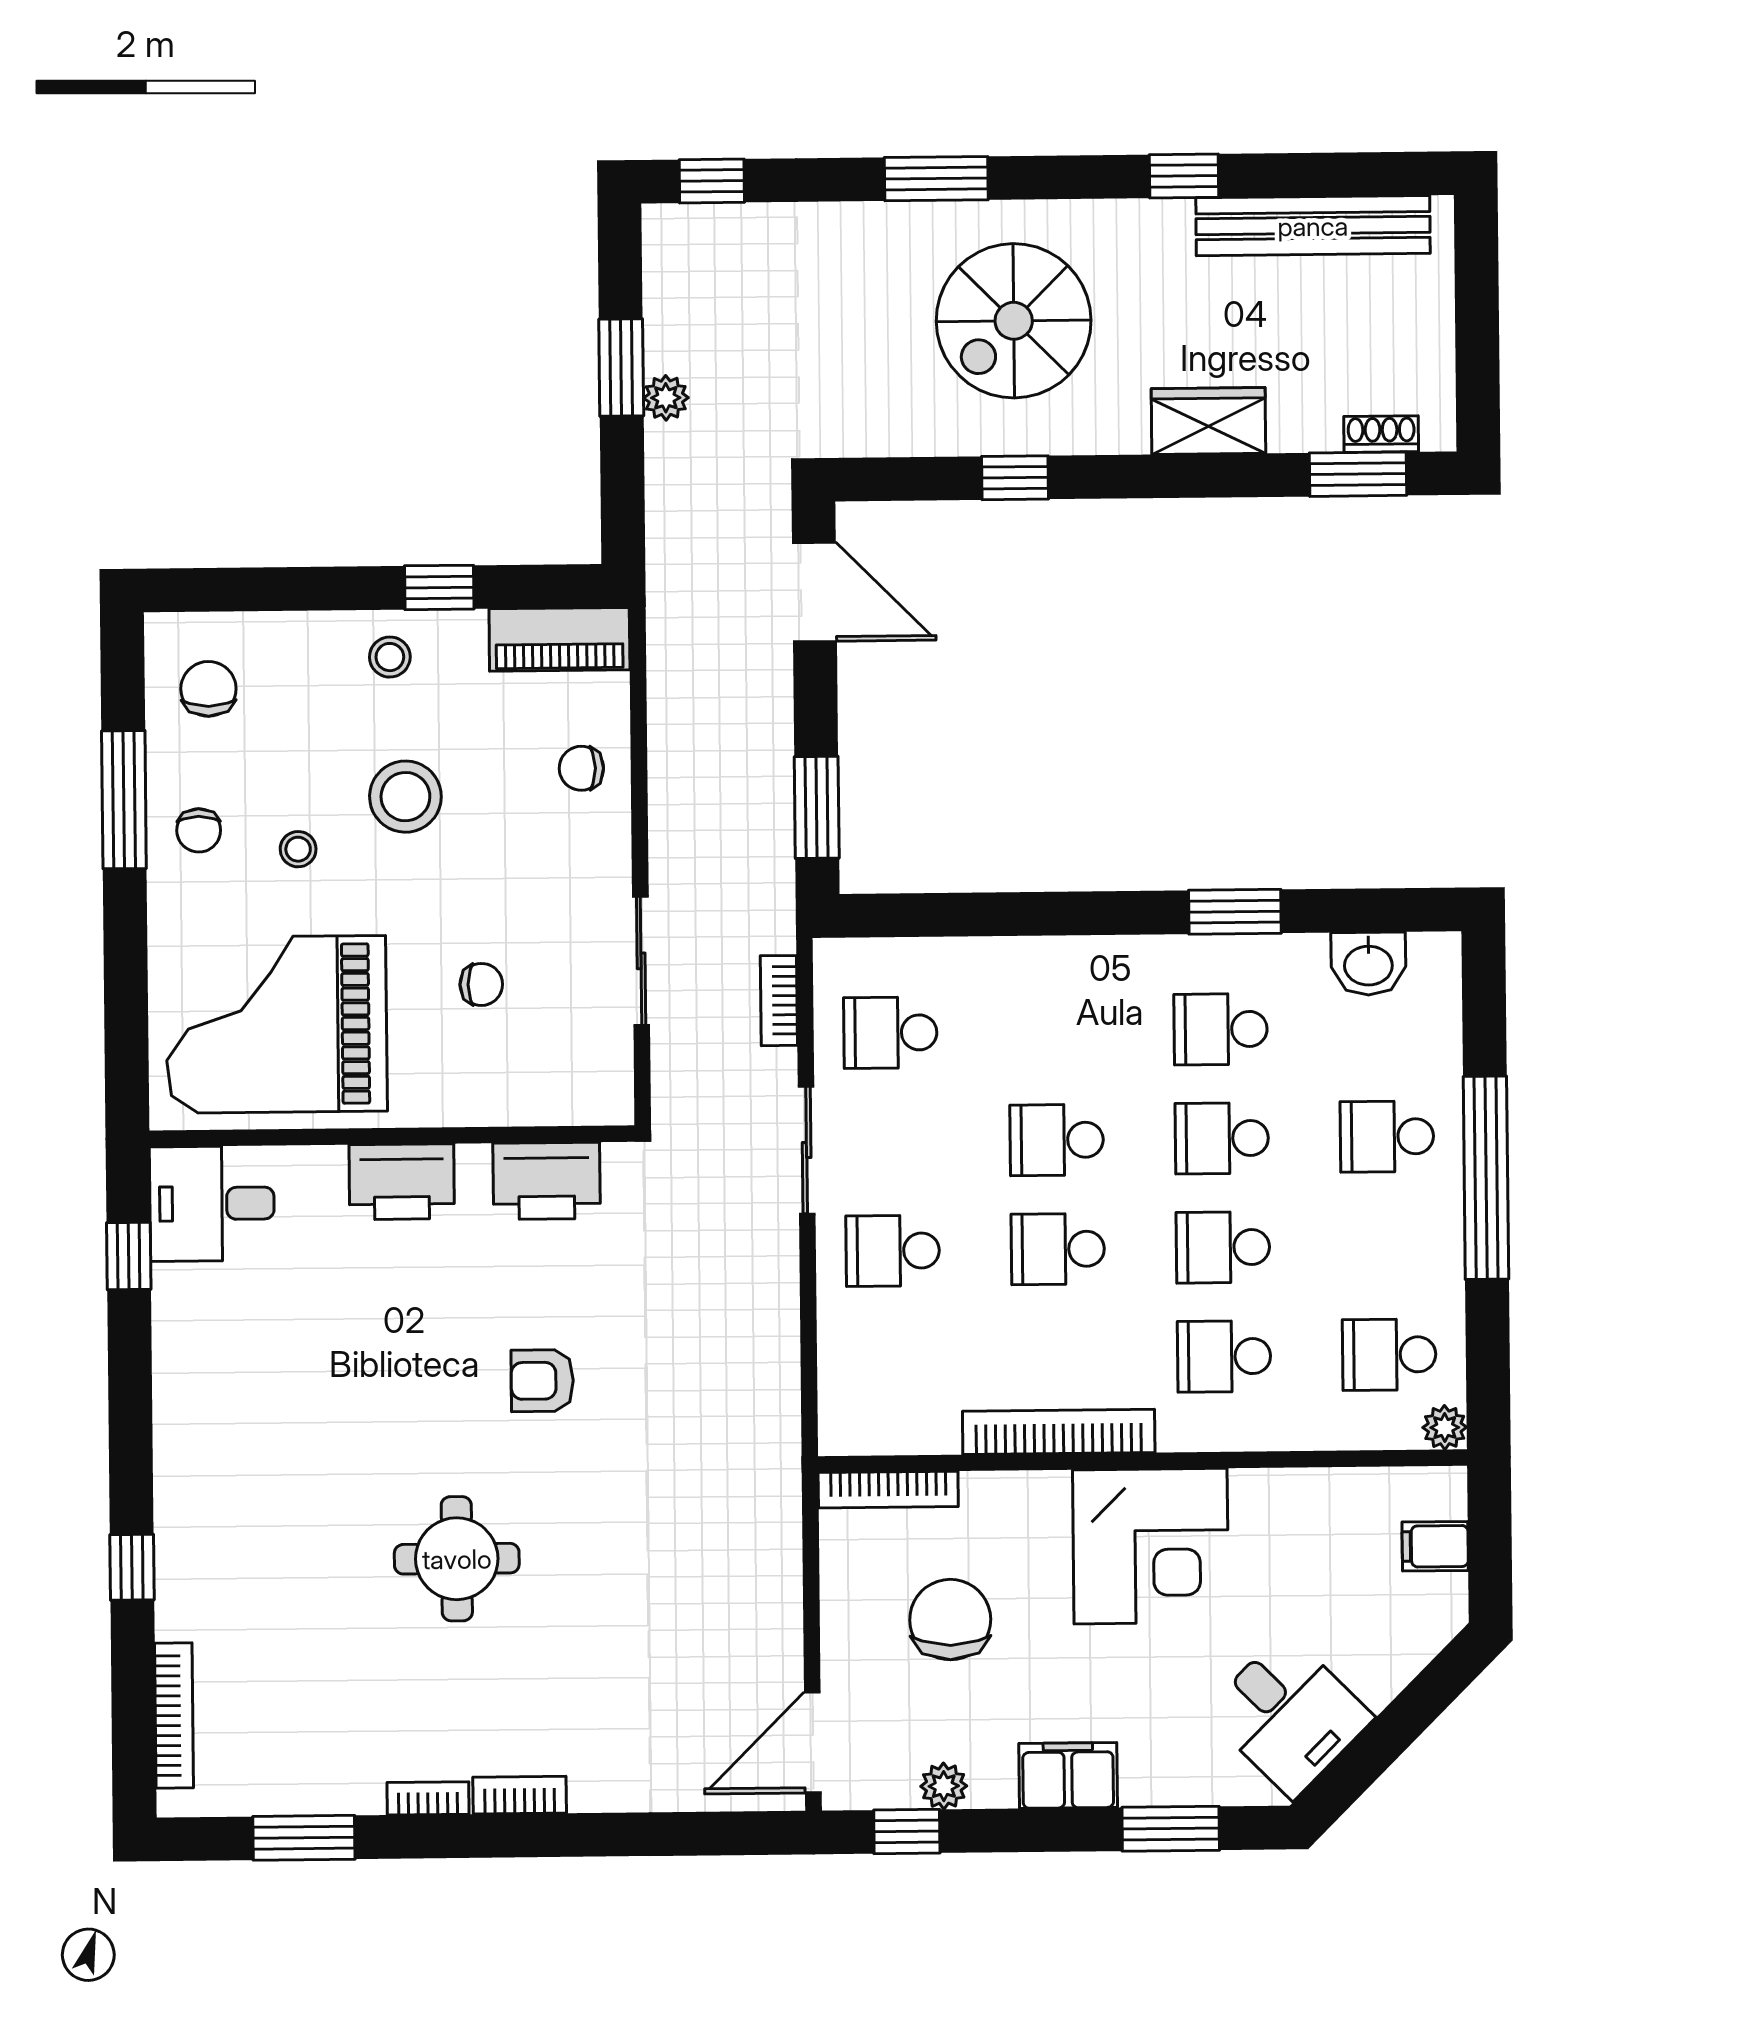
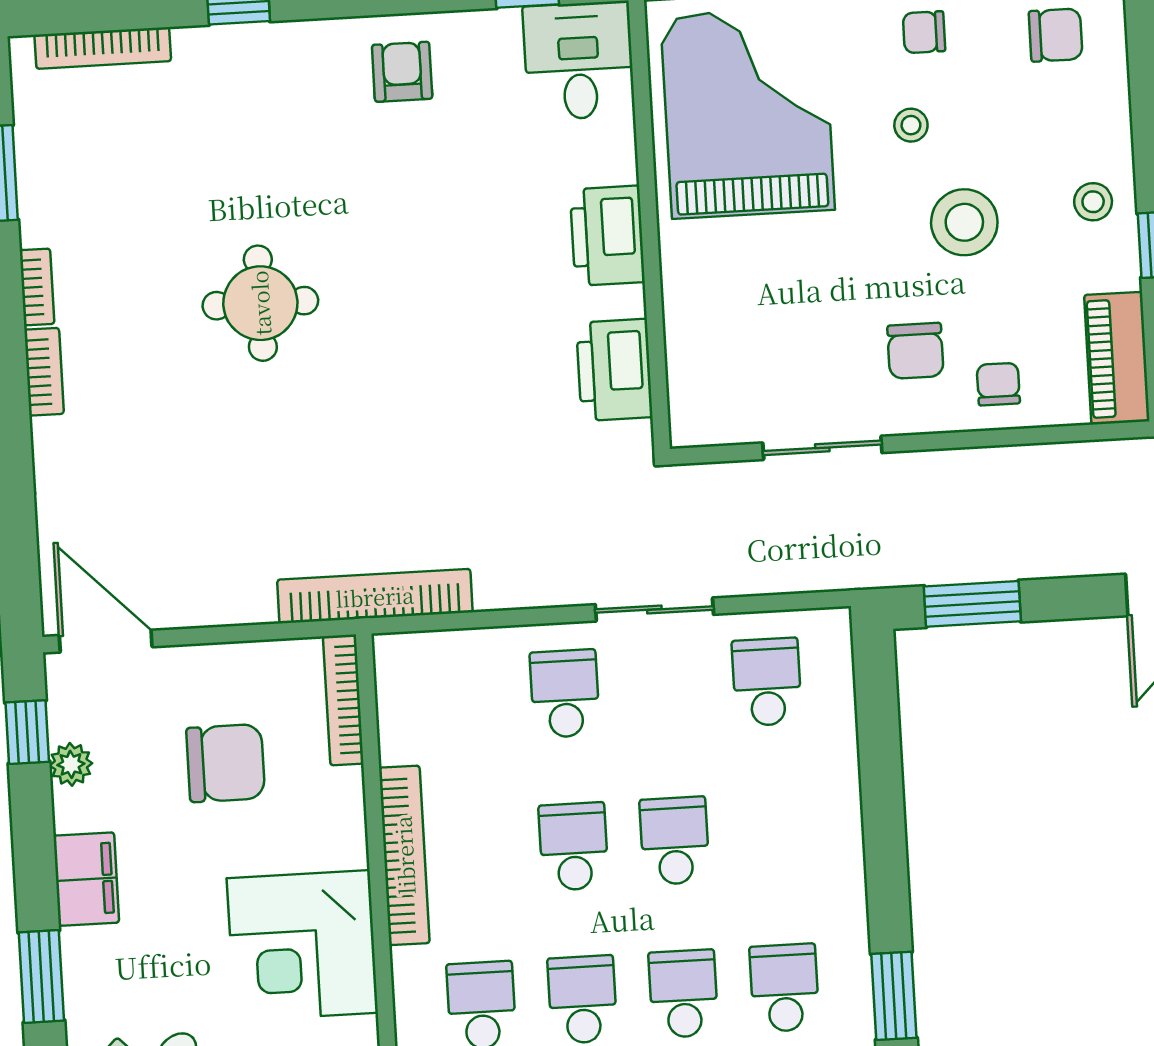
chair: (481, 984) -> (915, 351), moved, width x1.37, depth x1.37
bookcase: (779, 1001) -> (375, 596), moved, width x2.31, depth x1.31
armchair: (542, 1381) -> (402, 72), moved

